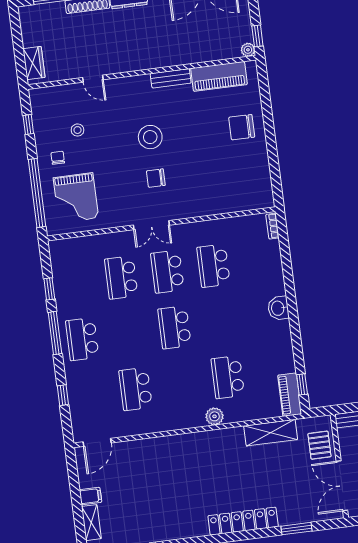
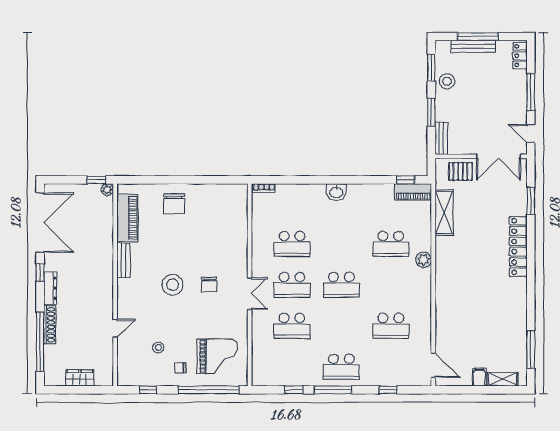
wardrobe: (34, 63) -> (80, 378), moved

